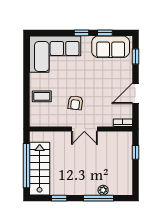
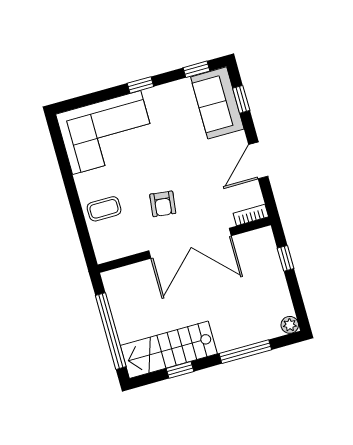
window: (105, 33) -> (196, 69), moved
sofa: (111, 47) -> (217, 103), moved, turned 90
double door: (84, 129) -> (190, 243), width x1.87
stairs: (40, 169) -> (169, 350), moved, turned -90
plant: (103, 190) -> (290, 325), moved

